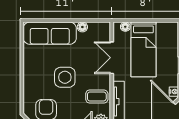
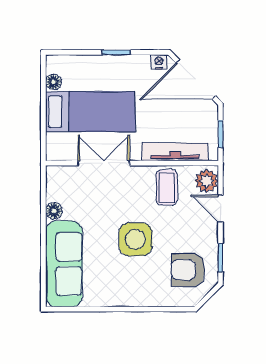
floor lamp: (125, 27) -> (53, 82), moved
double door: (112, 58) -> (104, 163), swing flipped

